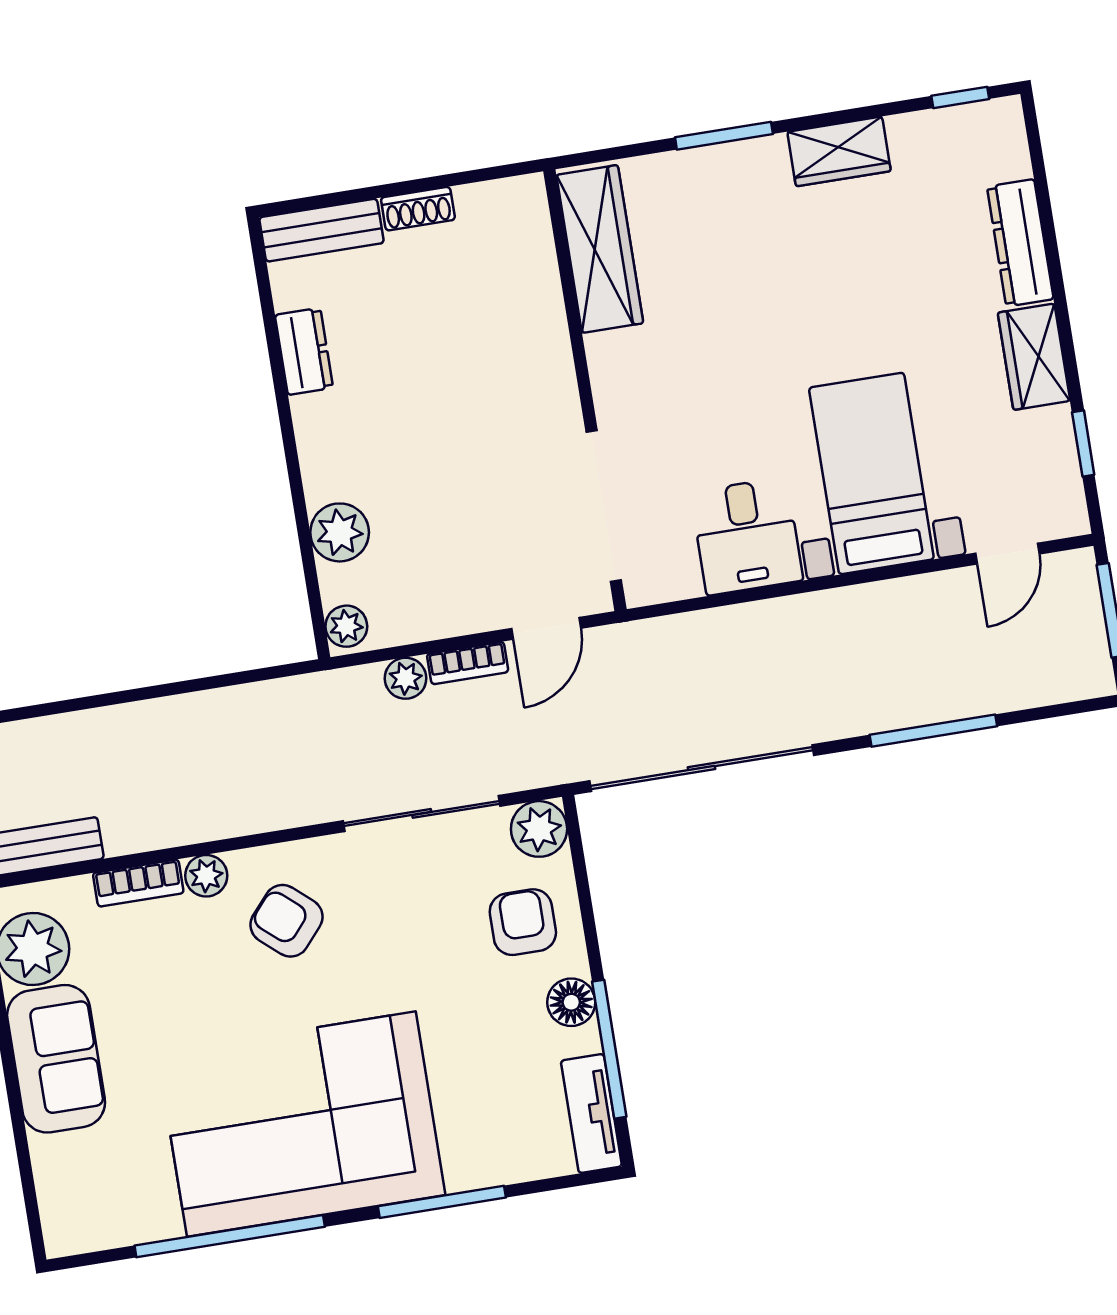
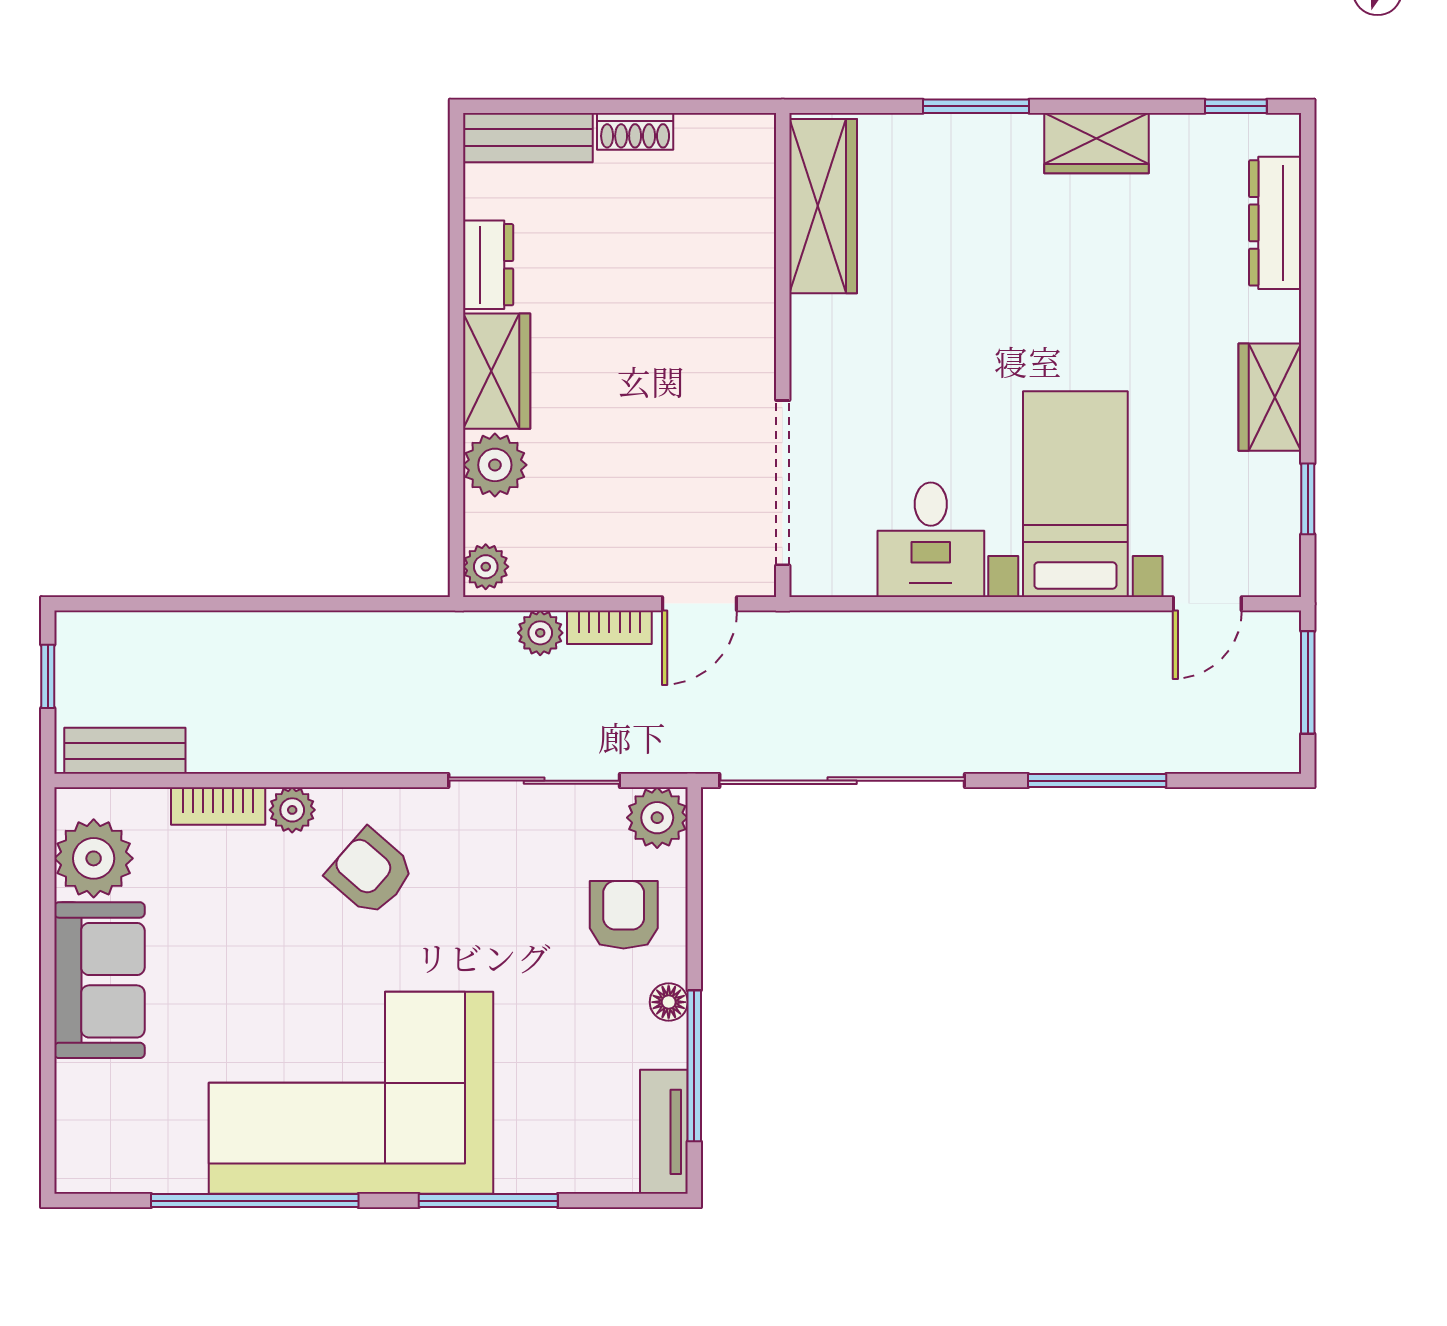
dresser: (1020, 243) -> (1275, 223), moved
wardrobe: (327, 447) -> (497, 371), added
floor lamp: (571, 1002) -> (669, 1002), width x0.73, depth x0.73

